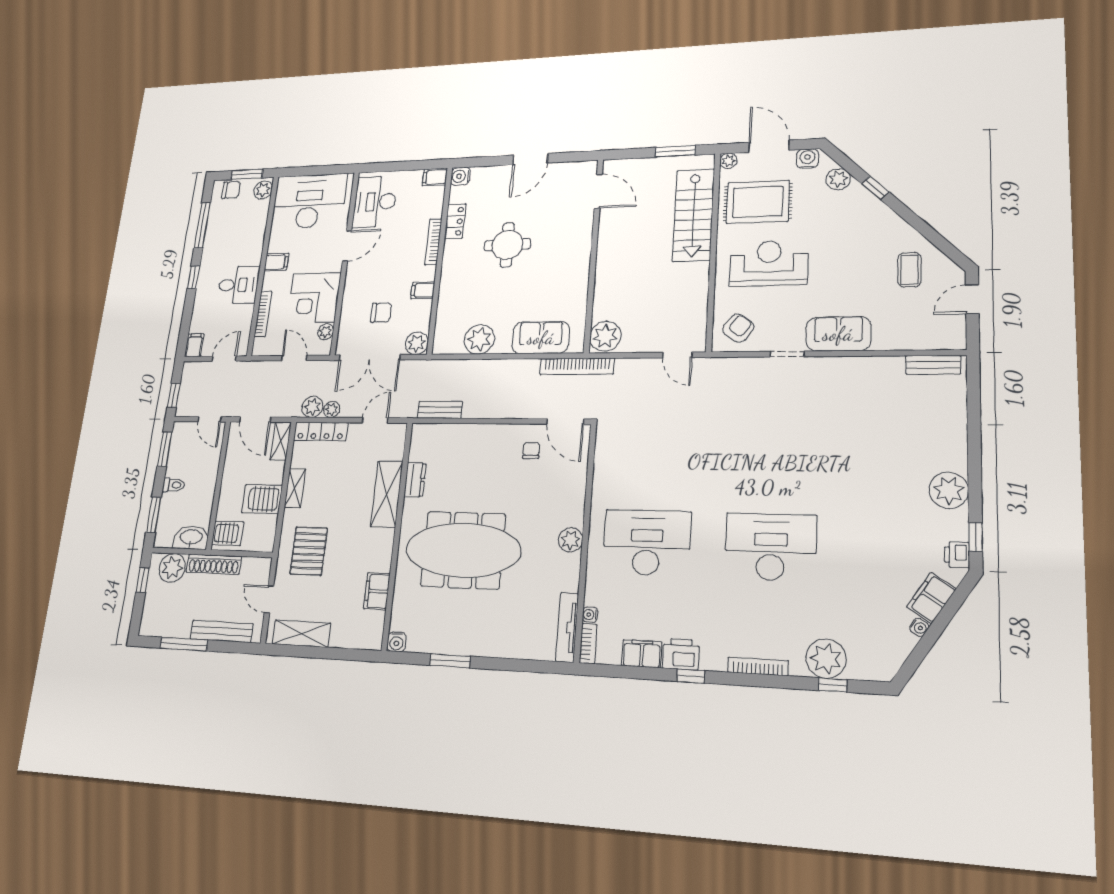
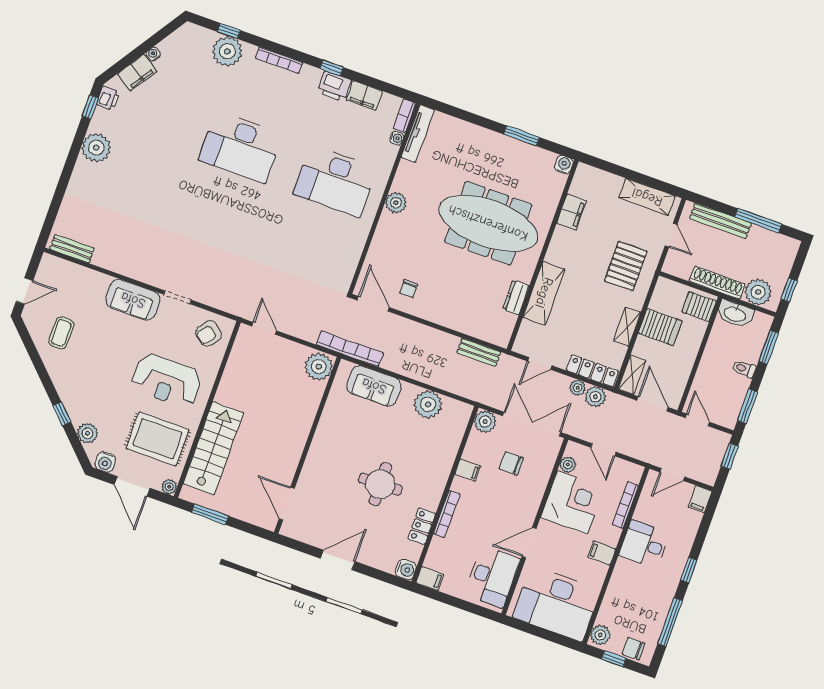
window: (247, 174) -> (614, 659), width x0.67

